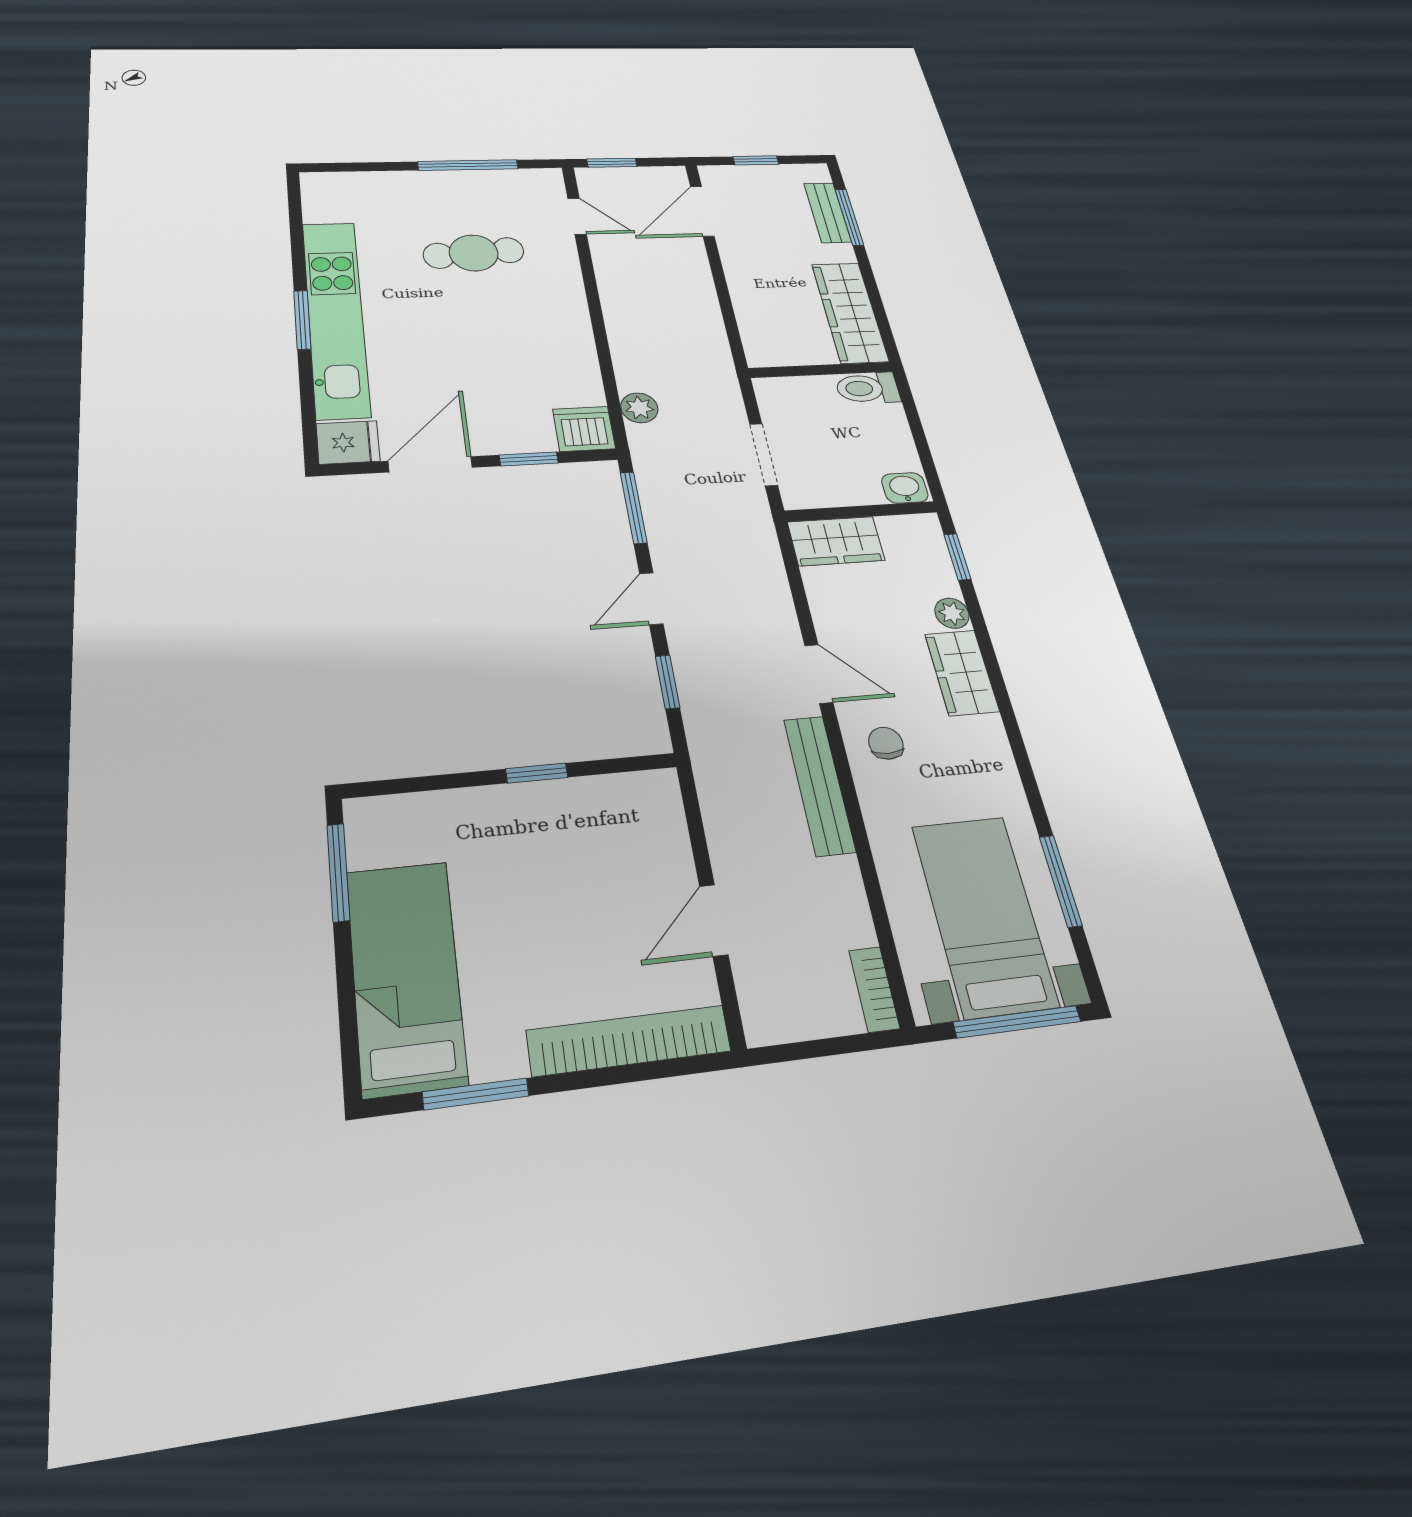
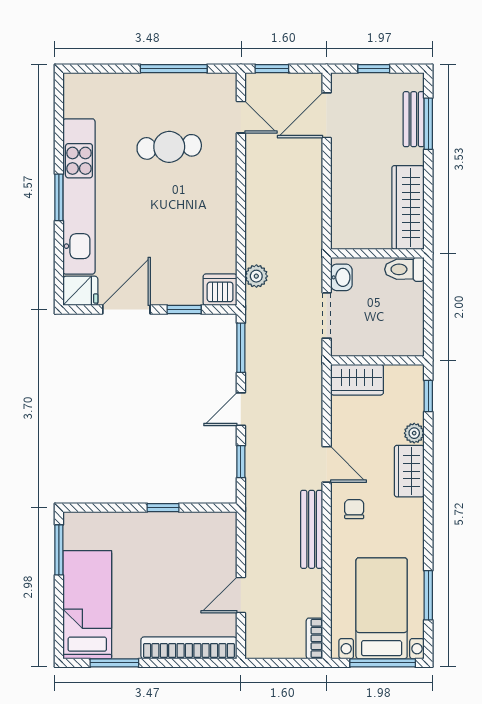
washbasin: (905, 488) -> (341, 277), moved, turned 90

